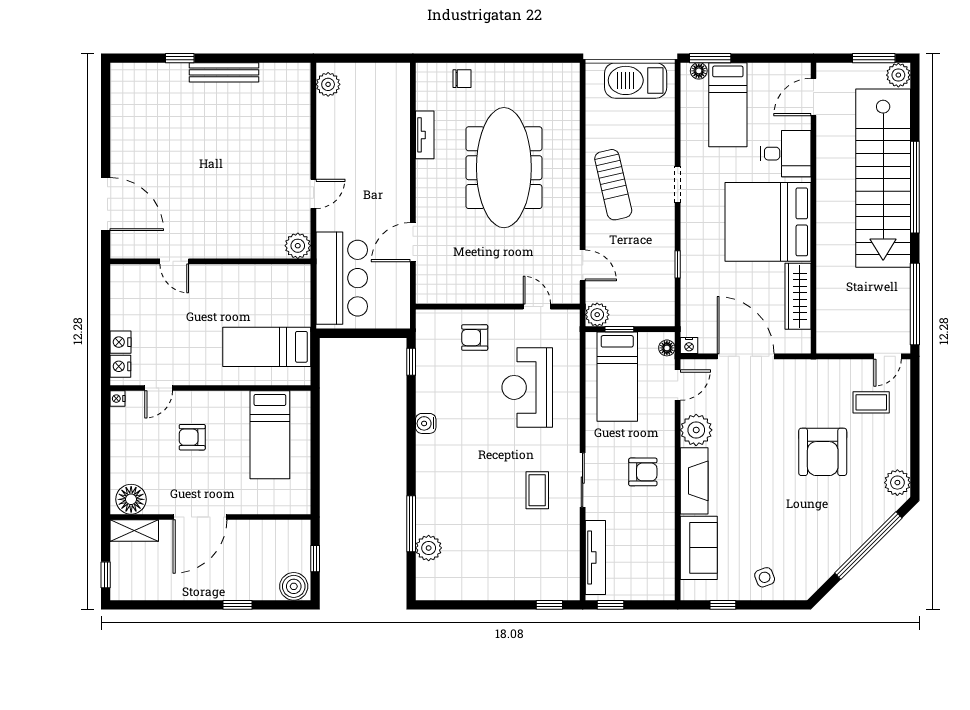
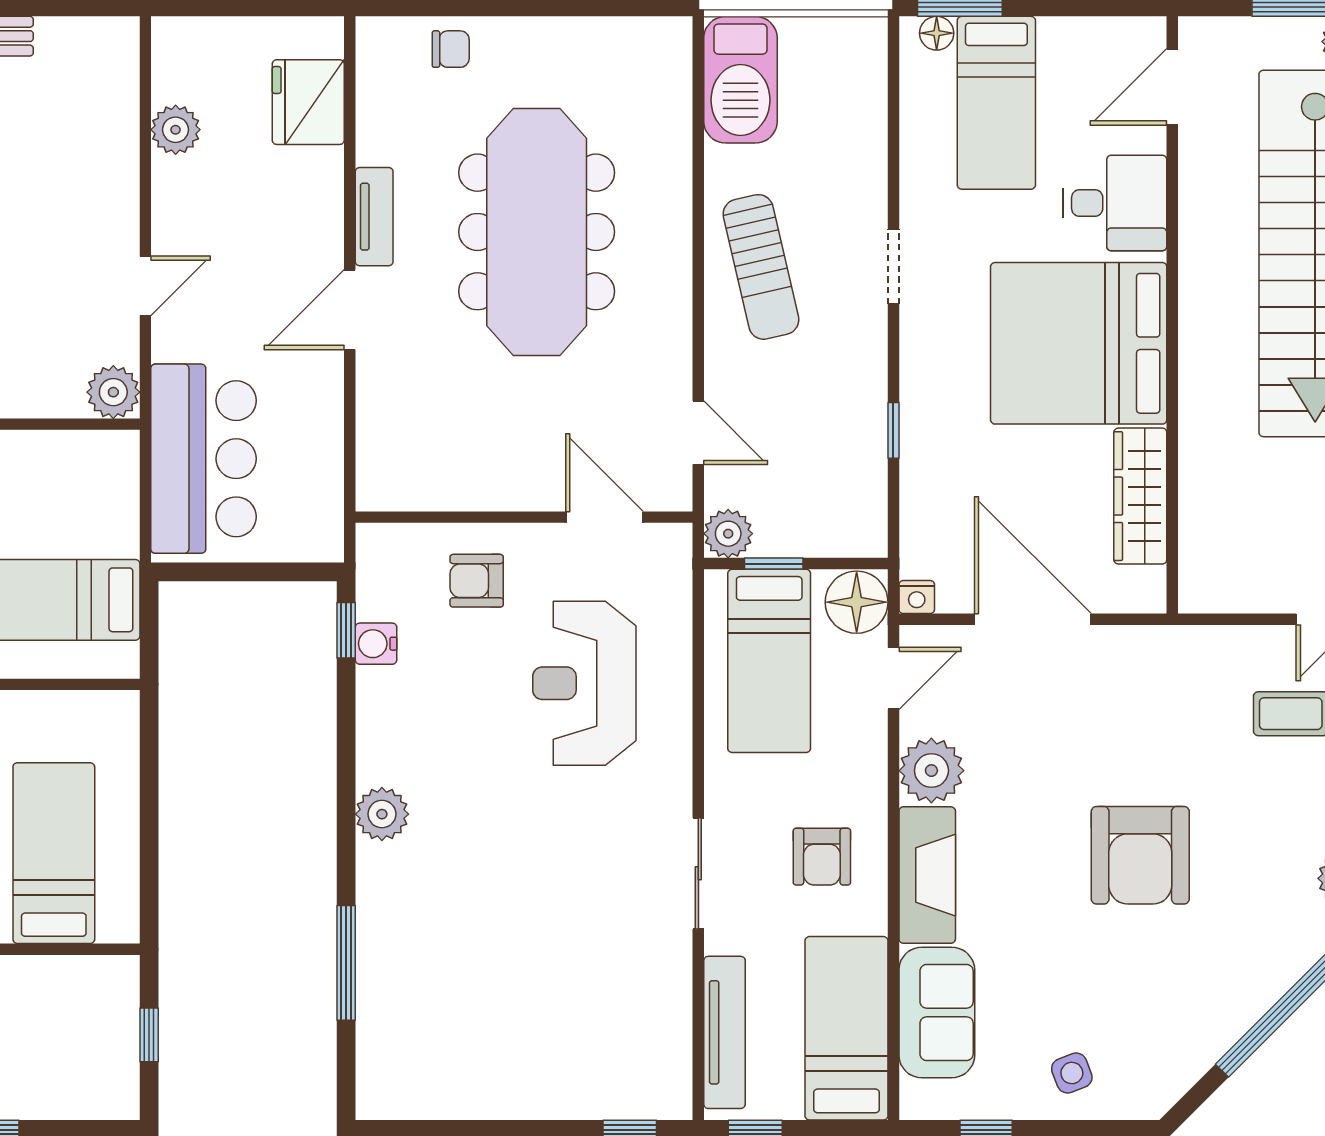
barbecue: (636, 80) -> (740, 80), moved, turned -90
plant: (328, 84) -> (176, 130), moved
fridge: (393, 104) -> (308, 102), added
tv unit: (425, 135) -> (374, 217), moved
door: (413, 242) -> (350, 310), moved
door: (537, 307) -> (604, 517), width x1.38
floor lamp: (667, 348) -> (857, 602), width x1.89, depth x1.89
water cooler: (426, 423) -> (376, 644), moved
bed: (270, 435) -> (54, 853), moved, turned 180
armchair: (823, 452) -> (1140, 855), moved
armchair: (643, 472) -> (822, 857), turned 90
coffee table: (537, 490) -> (605, 894), removed
plant: (429, 548) -> (382, 814), moved
bed: (655, 556) -> (846, 1028), added
boiler: (294, 586) -> (105, 1092), removed

